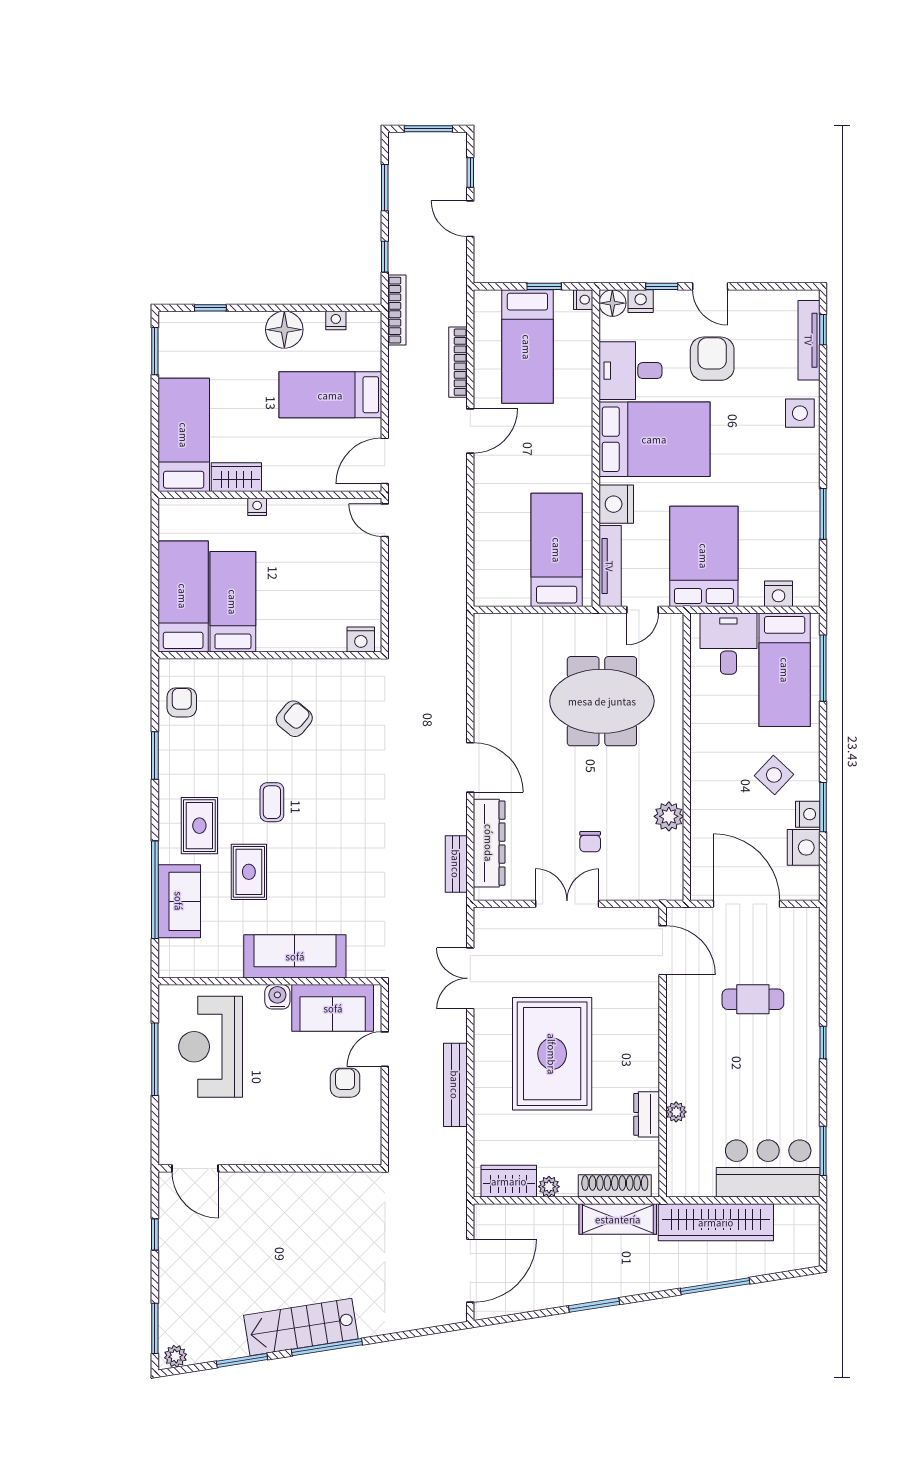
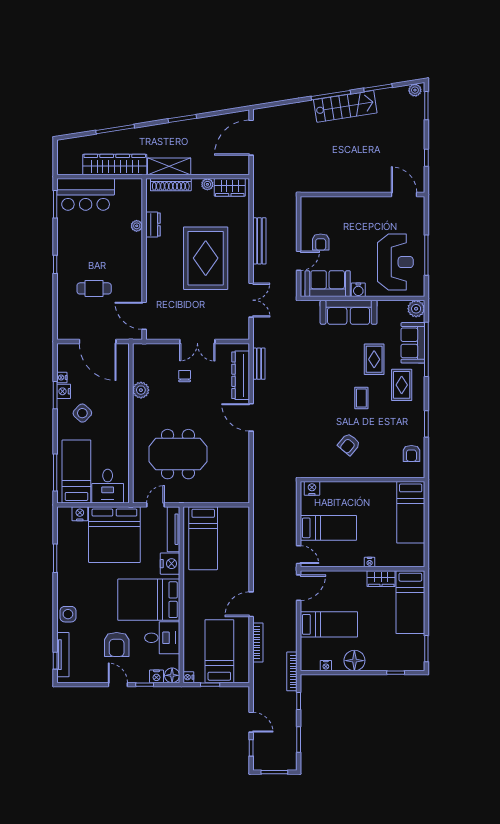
bed: (704, 556) -> (114, 535), width x1.36
bed: (233, 602) -> (328, 528), moved, turned -90
nightstand: (804, 847) -> (62, 378), width x0.53, depth x0.56
plant: (173, 963) -> (416, 309), added

